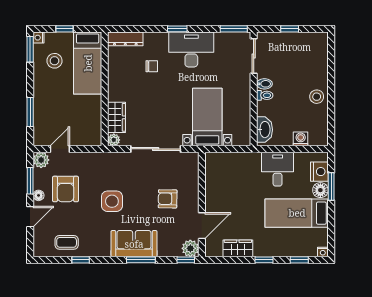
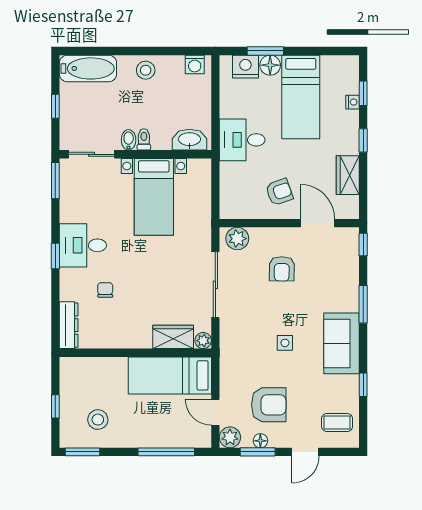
nightstand: (38, 38) -> (67, 441), removed
desk: (191, 50) -> (83, 245), width x0.73
bathtub: (318, 53) -> (88, 68), added
bed: (88, 63) -> (170, 375), moved, turned 180
window: (30, 112) -> (166, 452), width x1.44
bed with nightstands: (207, 117) -> (154, 197), moved, turned -90
washing machine: (301, 139) -> (195, 64), moved, turned -90
desk: (278, 169) -> (242, 140), moved
floor lamp: (39, 195) -> (260, 441), moved
armchair: (225, 197) -> (279, 192), added
side table: (112, 201) -> (285, 343), width x0.54, depth x0.54
door: (30, 217) -> (305, 452), swing flipped
coffee table: (67, 242) -> (337, 422), moved, turned 90
sofa: (134, 244) -> (341, 343), moved
plant: (190, 248) -> (237, 239), moved
nightstand: (323, 252) -> (353, 102), moved

